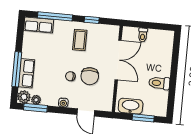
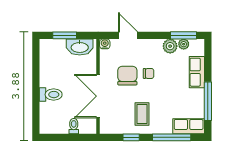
window: (17, 69) -> (208, 101), moved
toilet: (159, 83) -> (51, 95), moved
plant: (24, 97) -> (170, 46), moved
water cooler: (63, 103) -> (105, 44), moved

